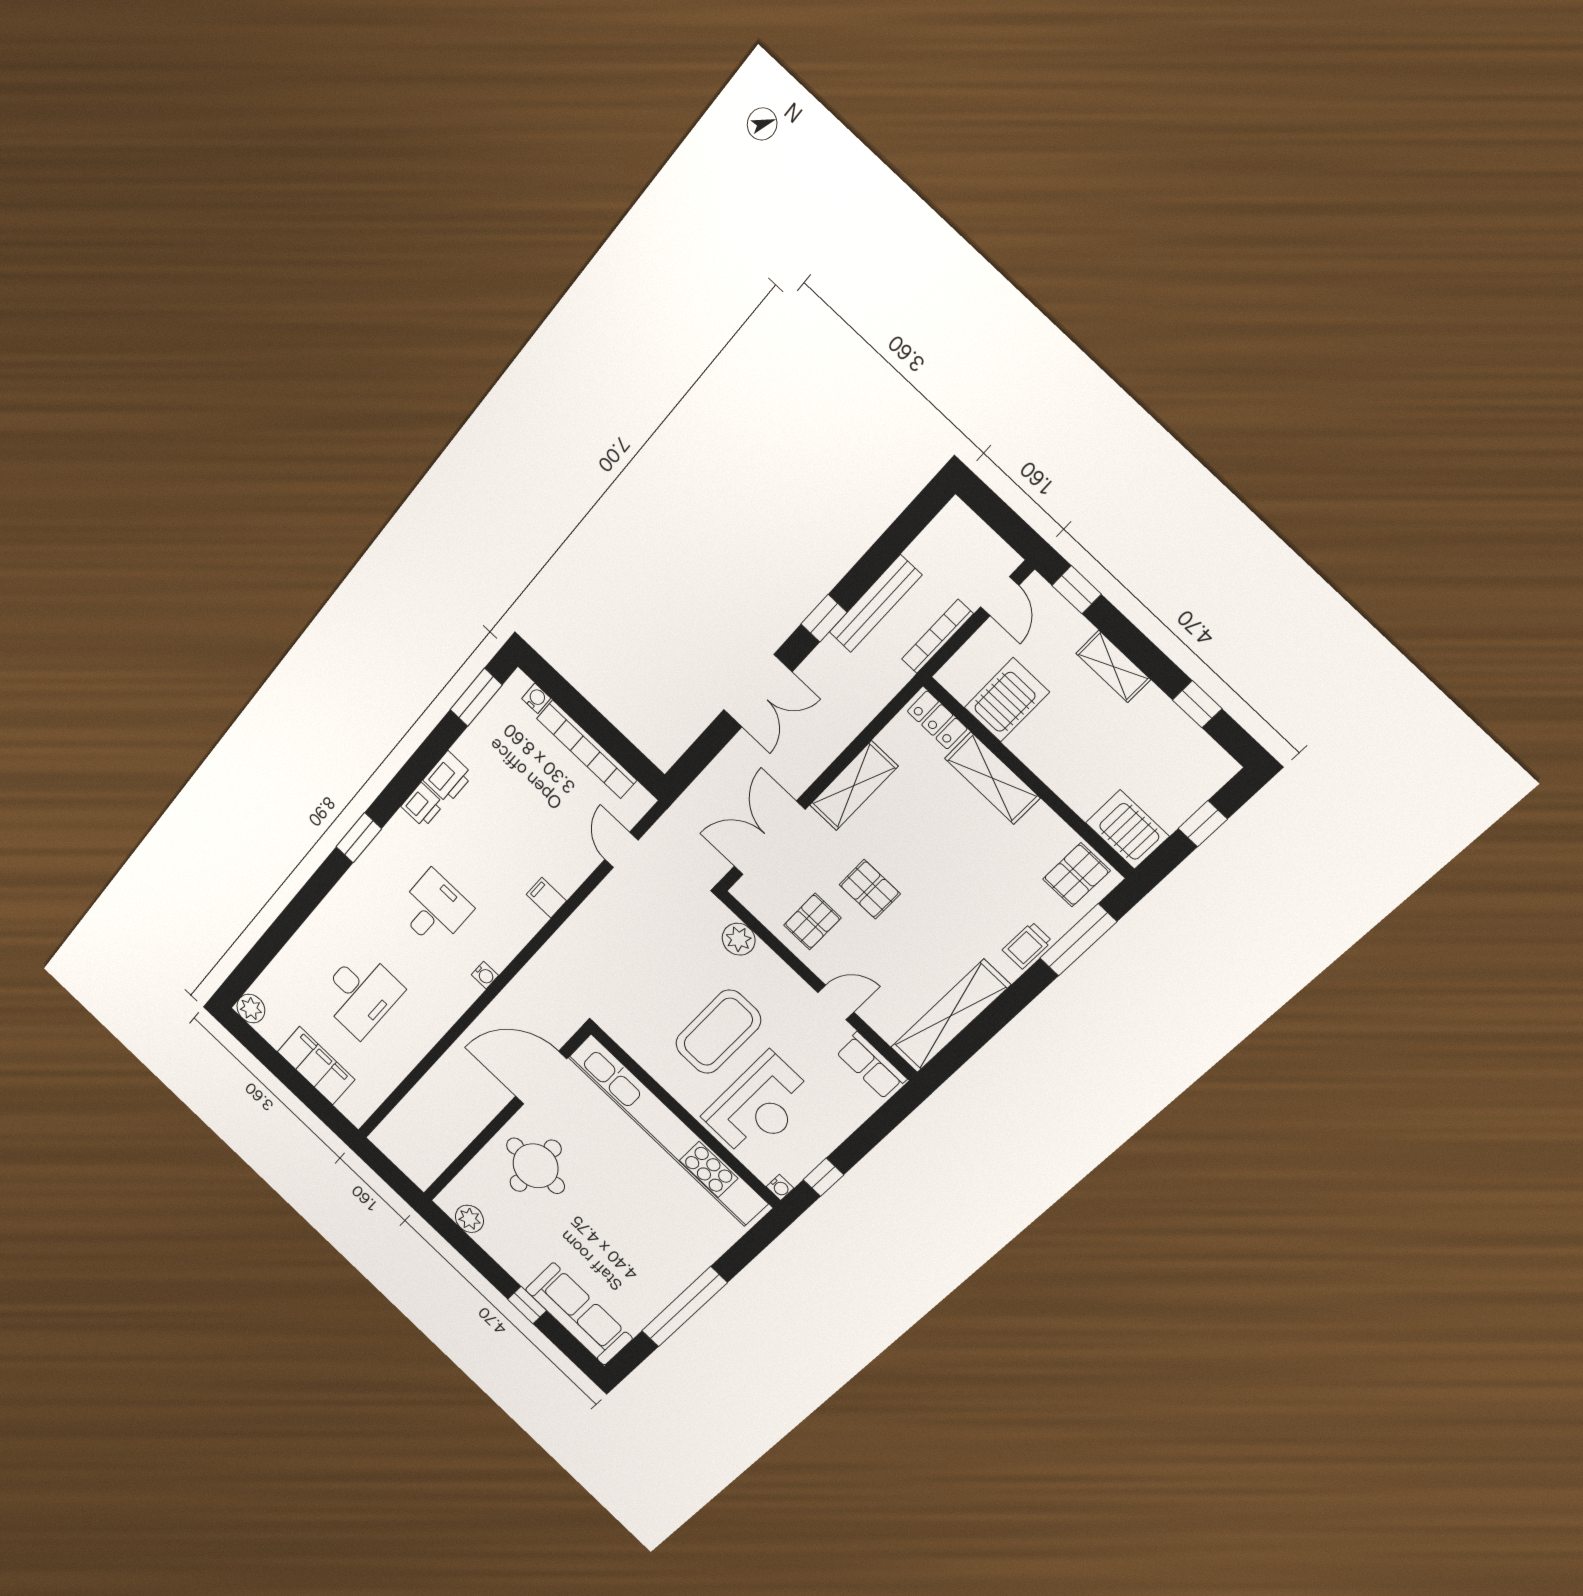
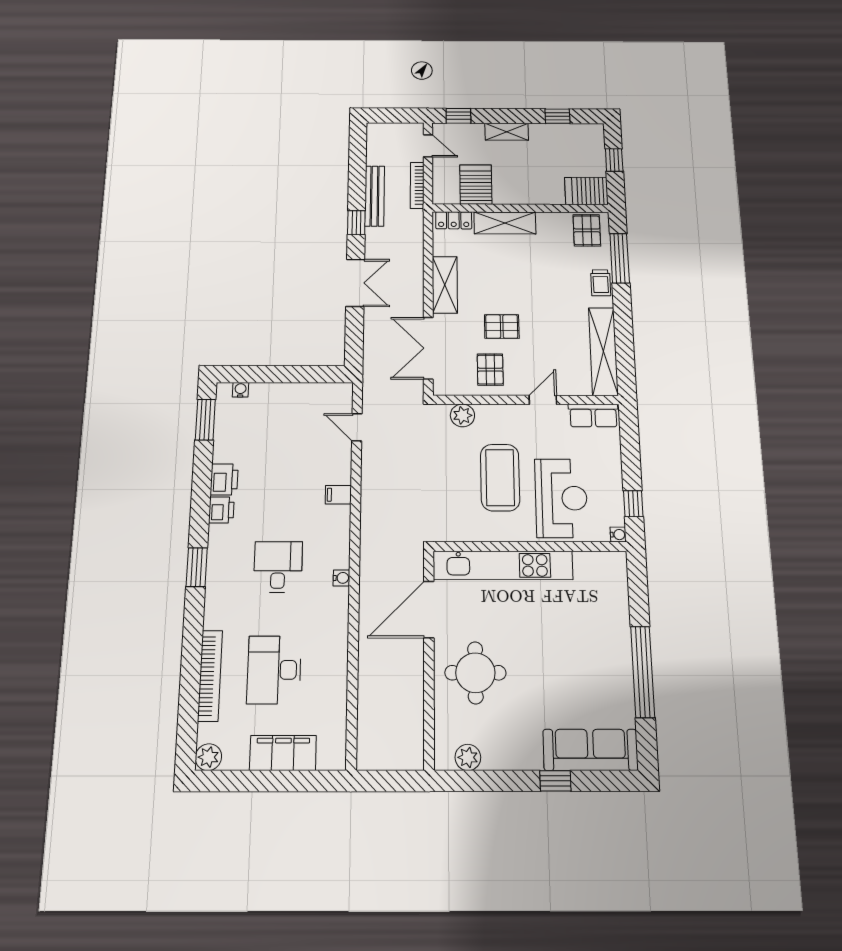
bookcase: (587, 749) -> (210, 676), moved, turned -90
desk: (360, 994) -> (274, 670), turned 180
kitchen unit: (668, 1130) -> (503, 565), width x0.73

